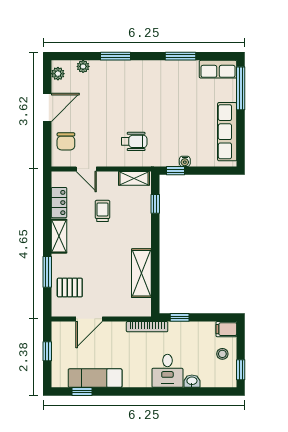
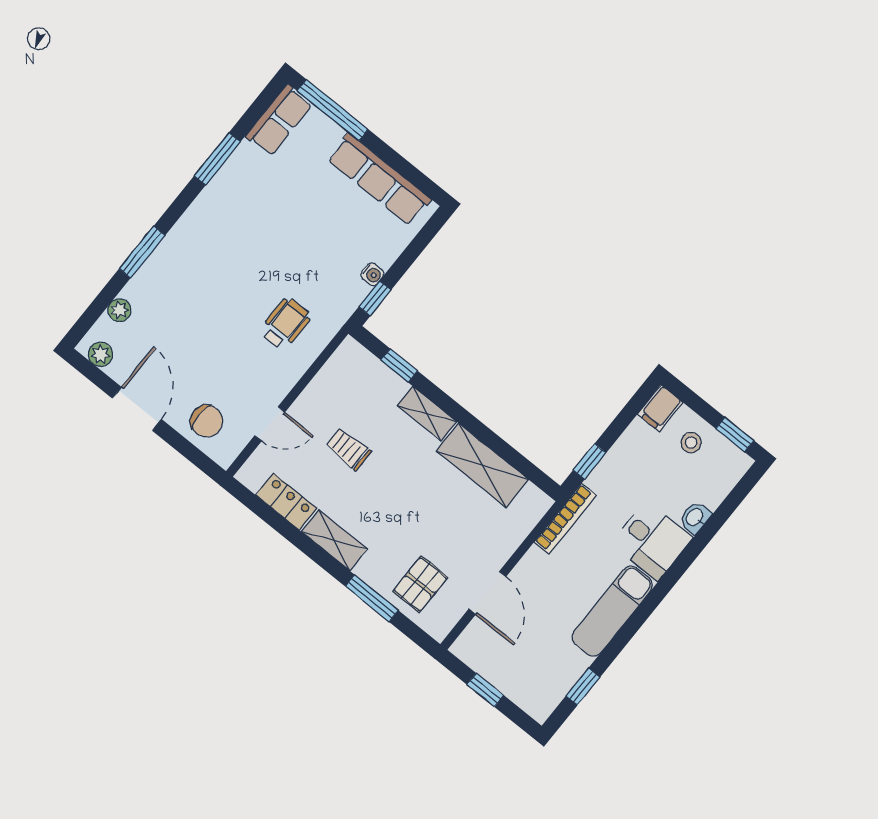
shelving: (134, 178) -> (427, 414), moved, turned 90
exam couch: (95, 378) -> (612, 611), moved

